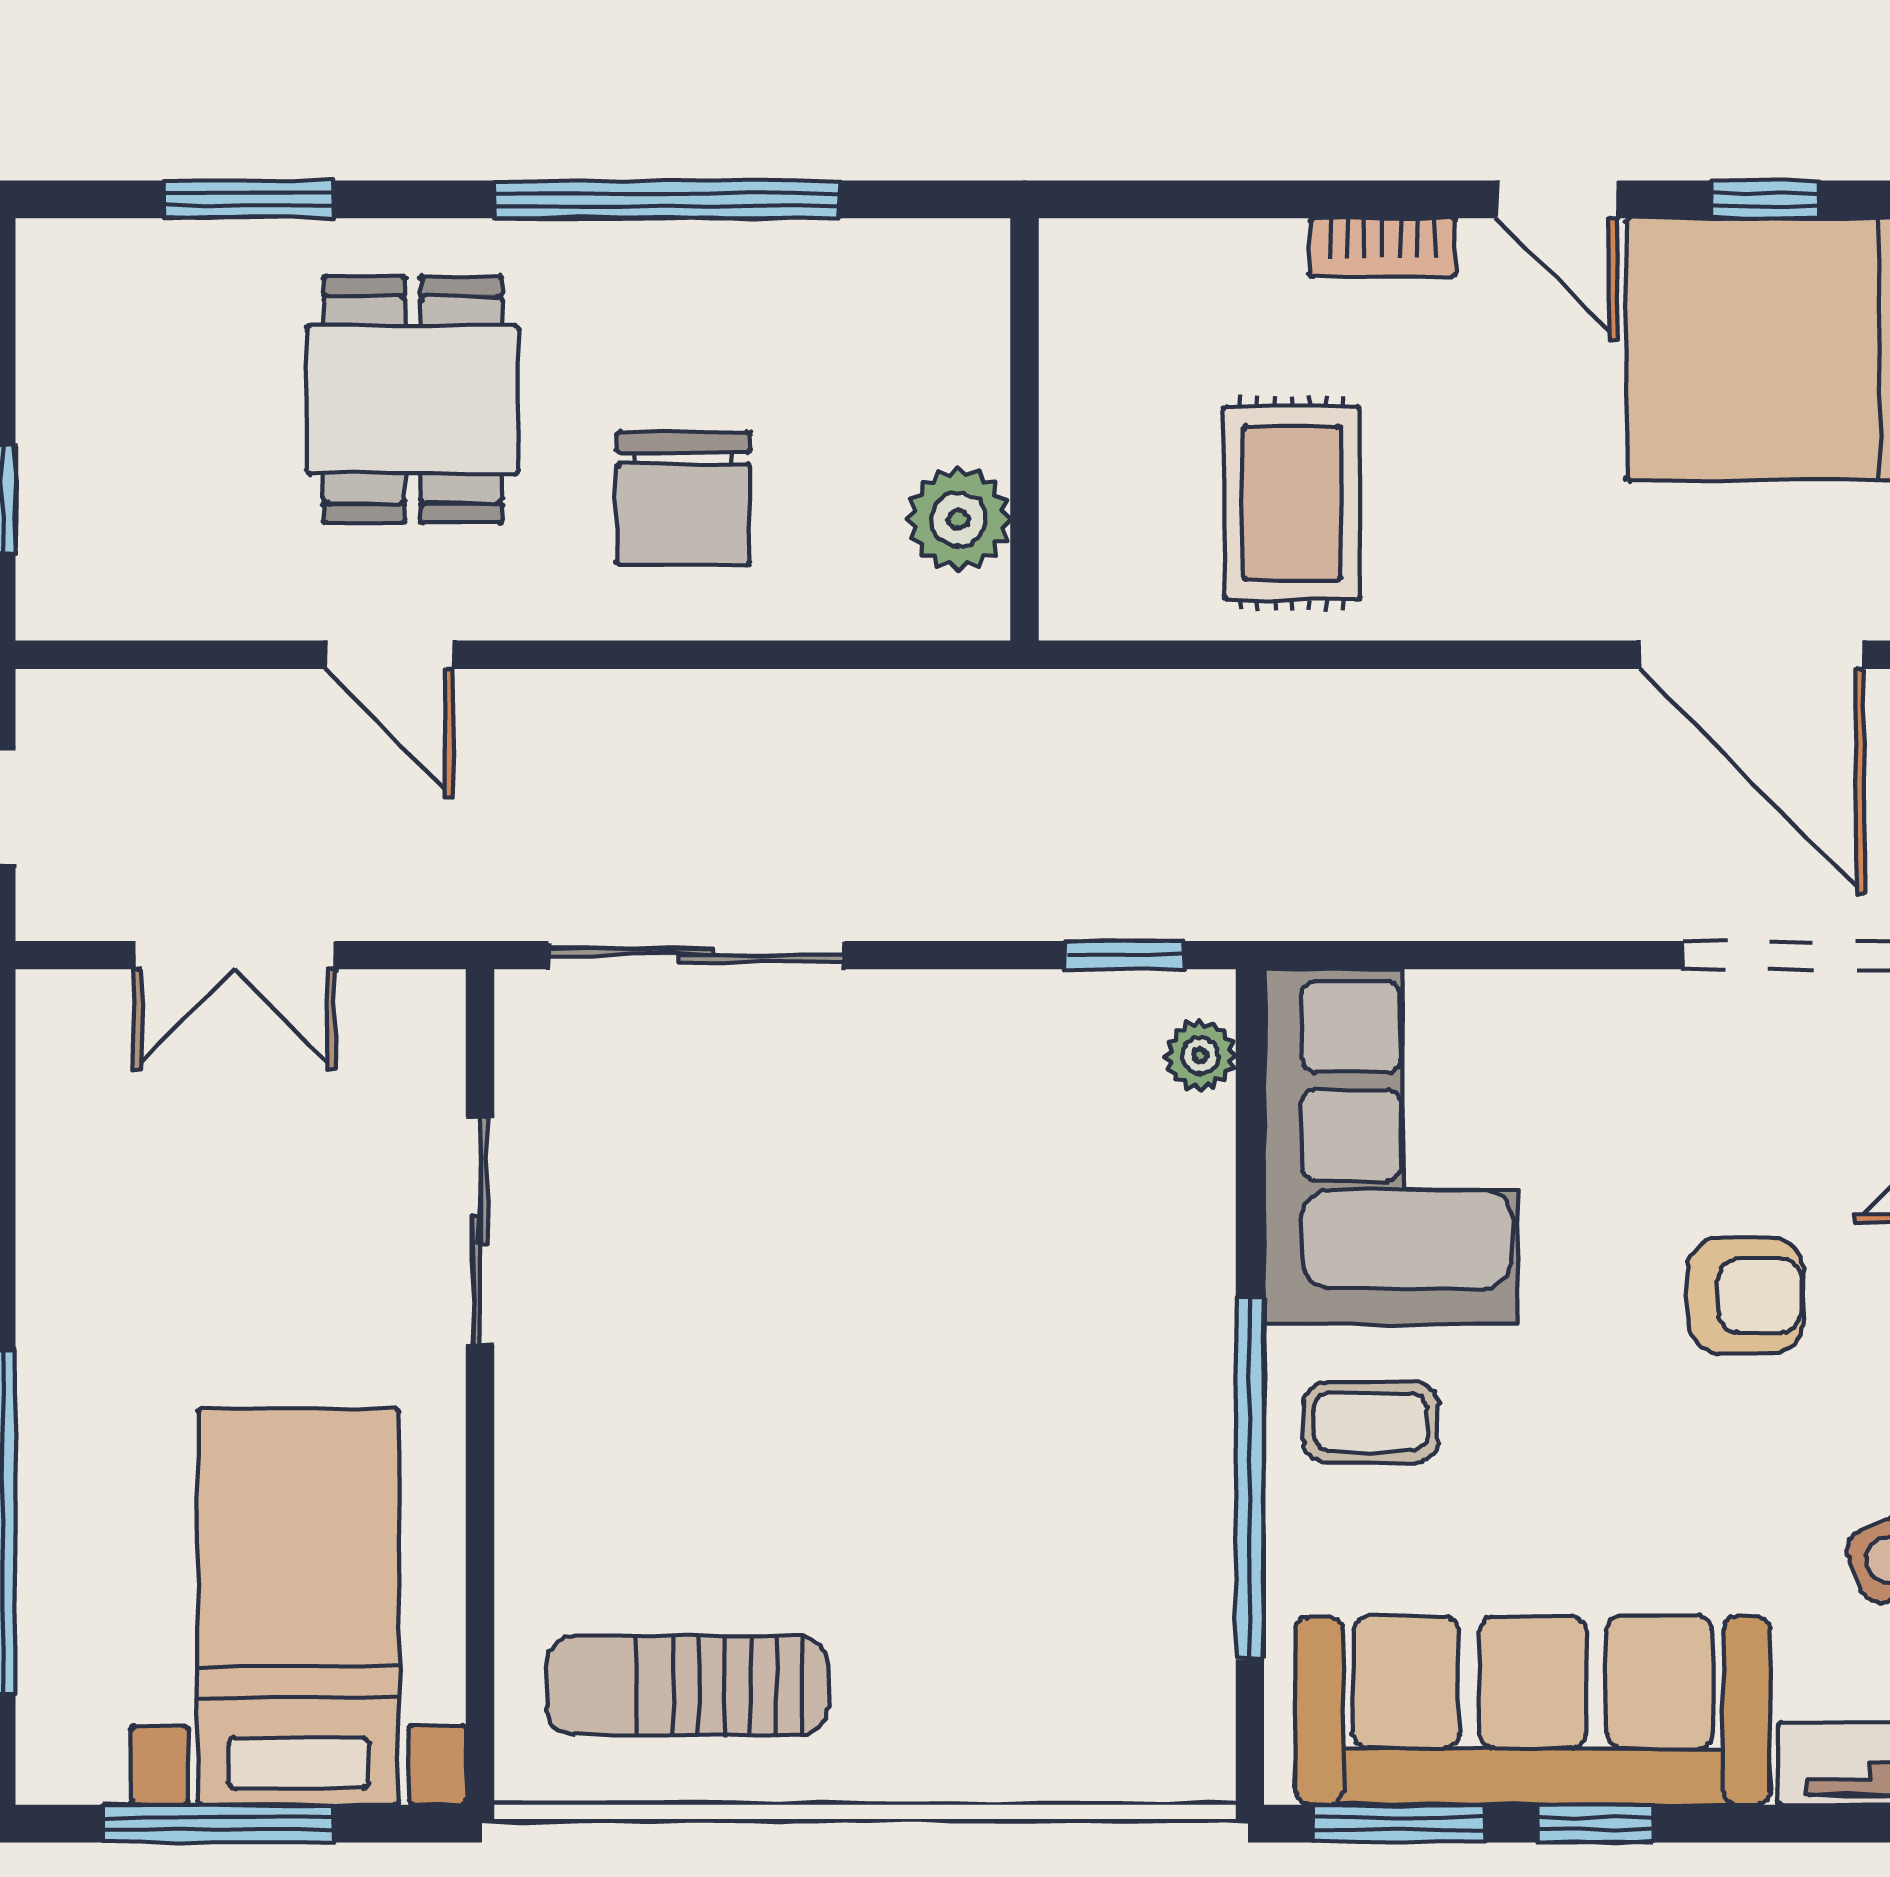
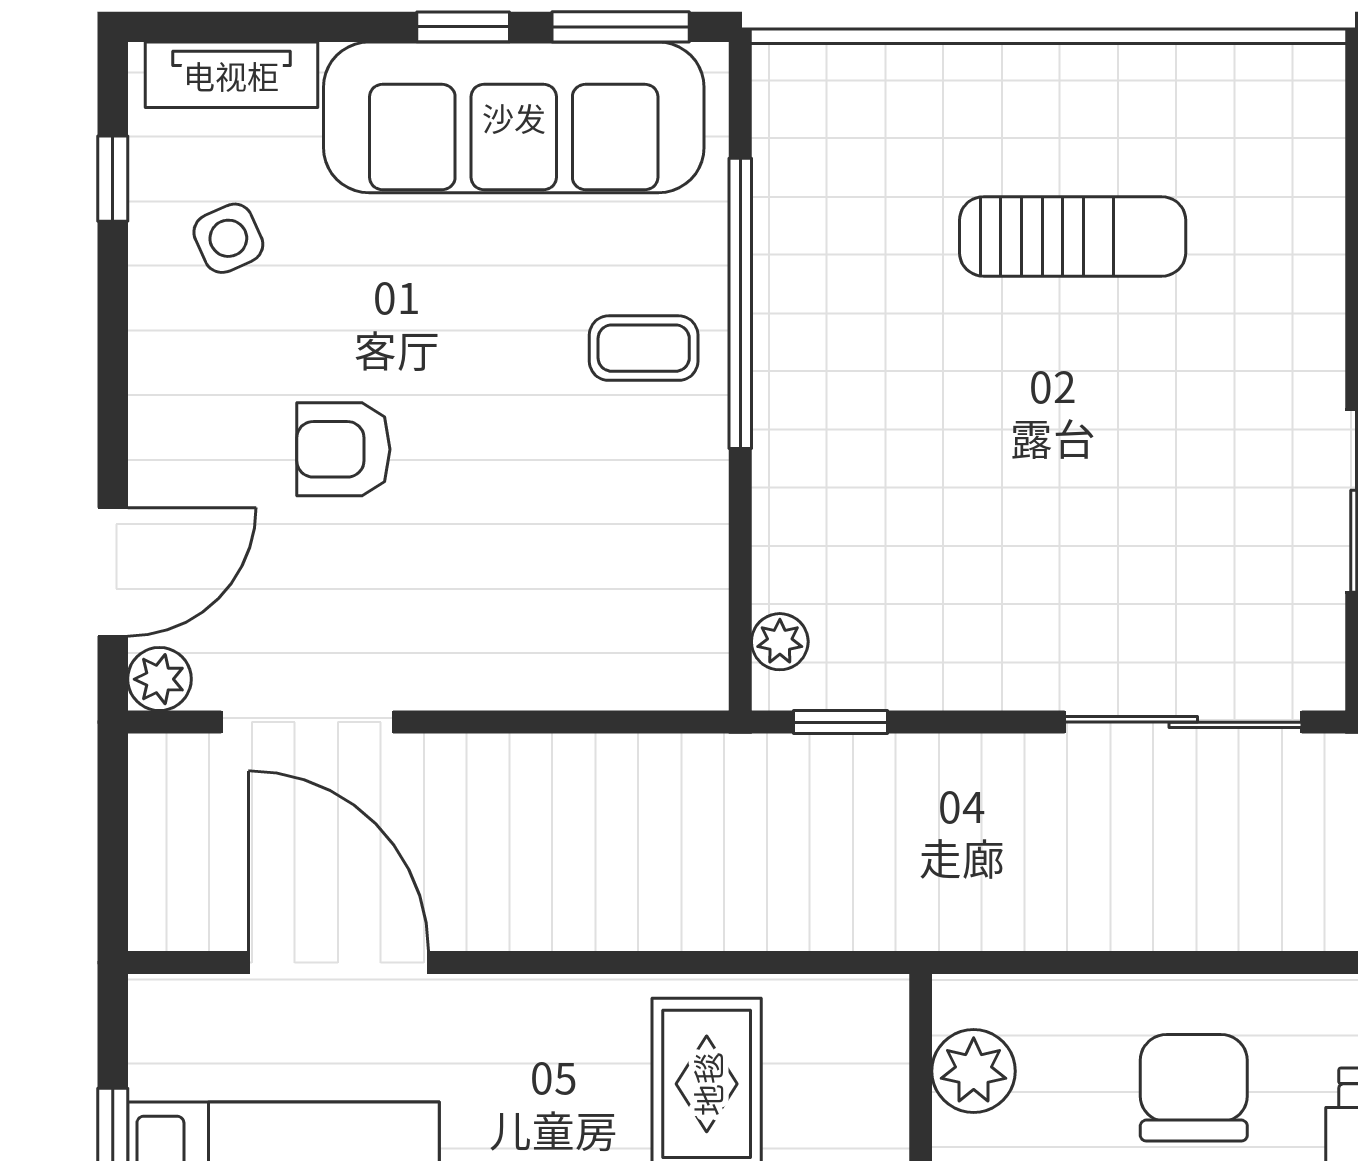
corner sofa: (1391, 1147) -> (628, 569), removed
sun lounger: (687, 1685) -> (1073, 236), moved

